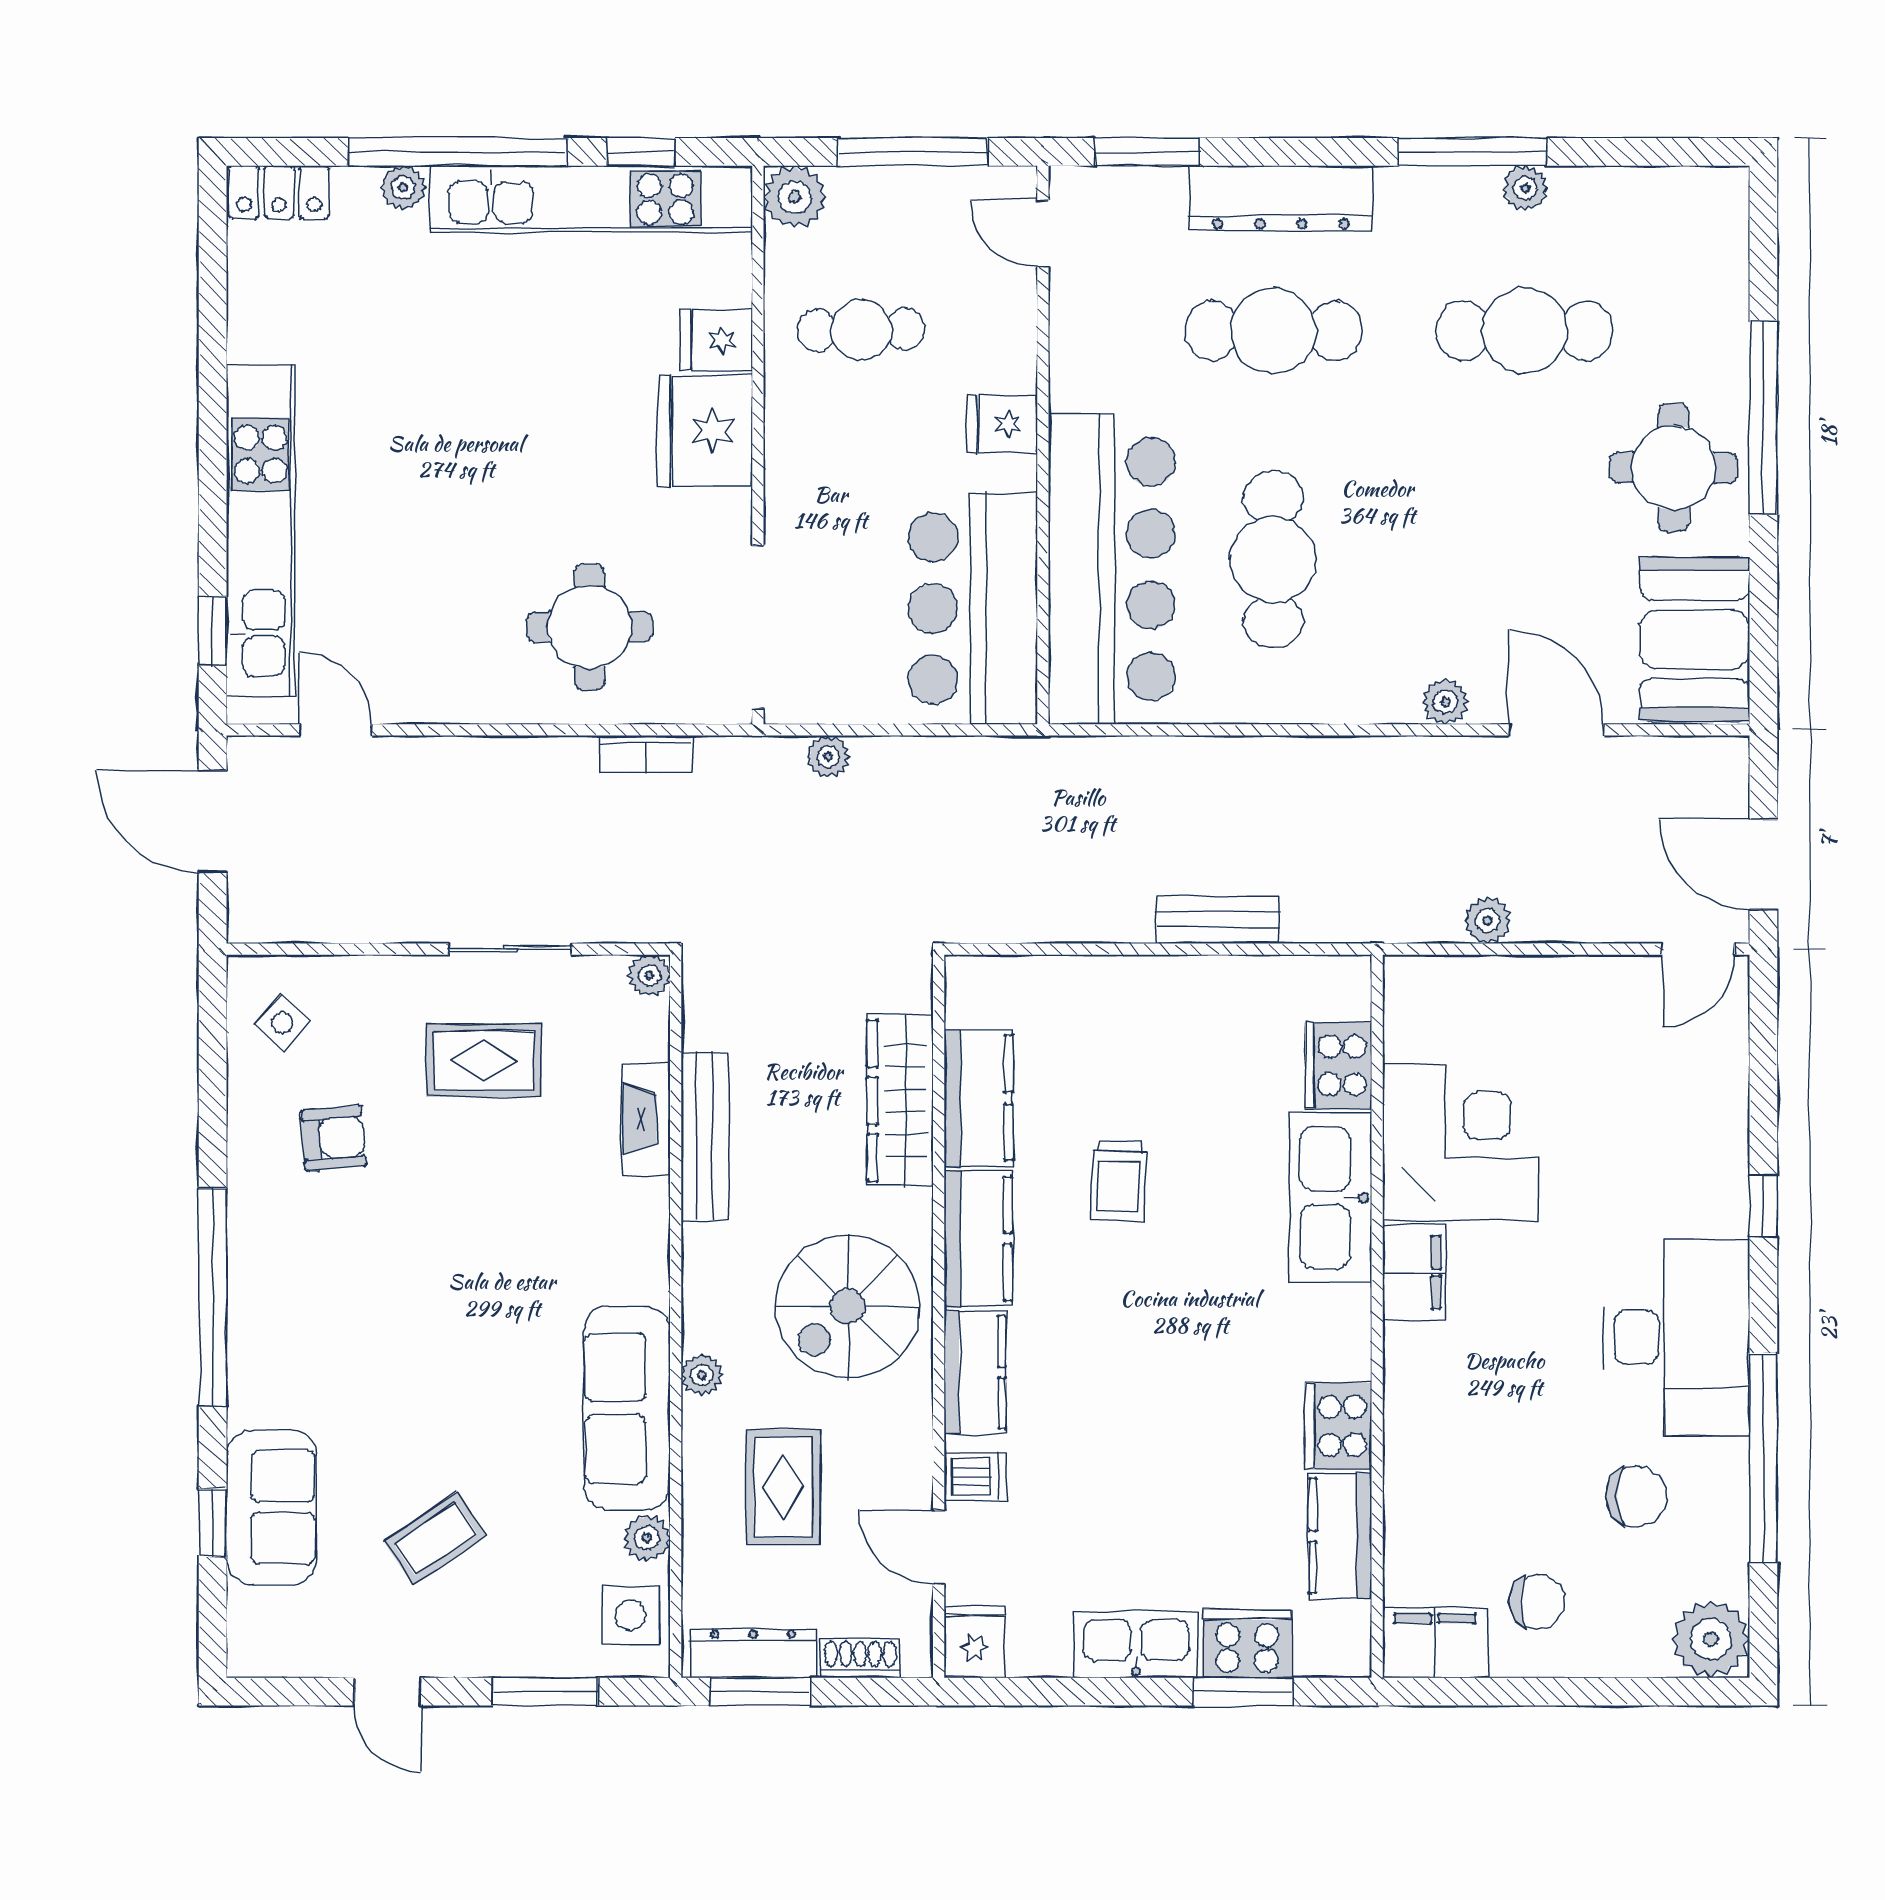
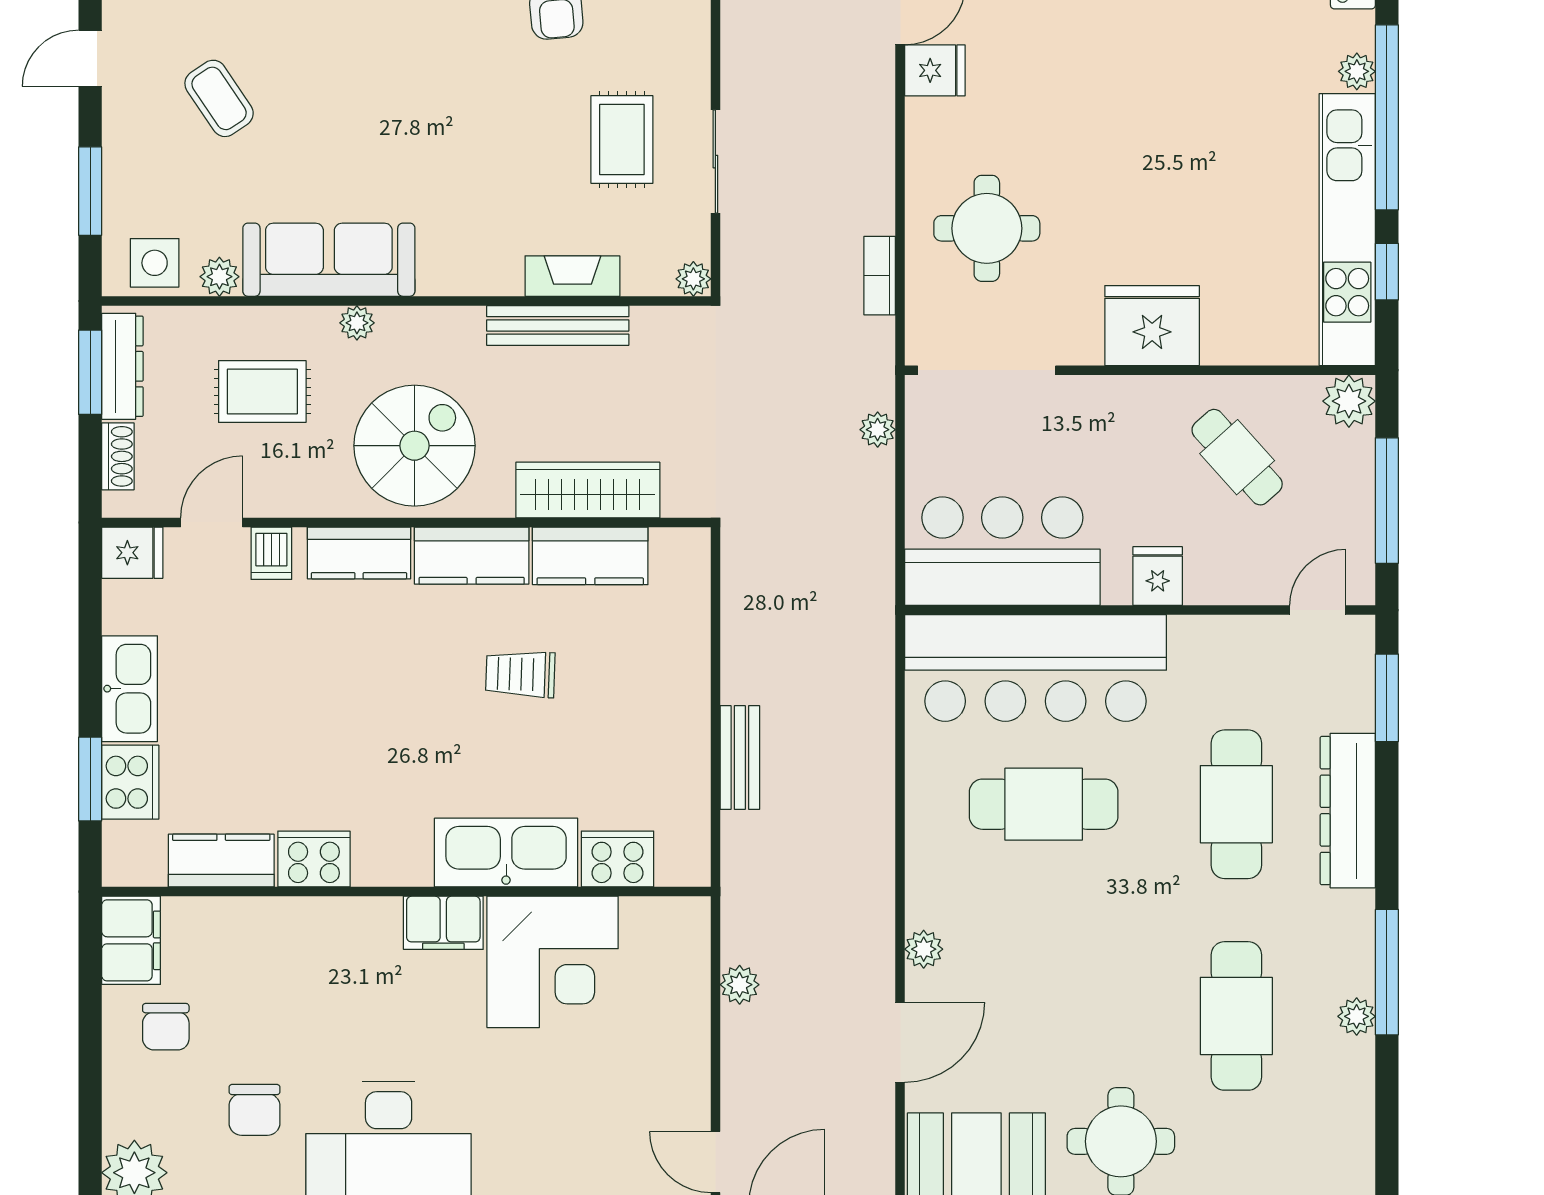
cafe table: (861, 330) -> (1237, 457), turned -41
fridge: (716, 340) -> (935, 70), moved, turned 90
spiral stairs: (848, 1306) -> (414, 446), turned 90

